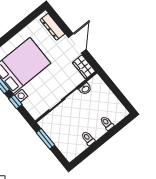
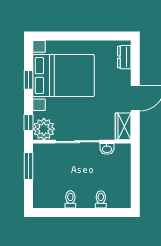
dresser: (52, 27) -> (124, 57), width x0.70
window: (15, 102) -> (29, 123), moved
plant: (36, 108) -> (44, 129), added

